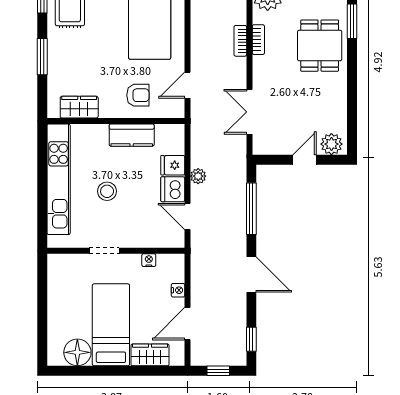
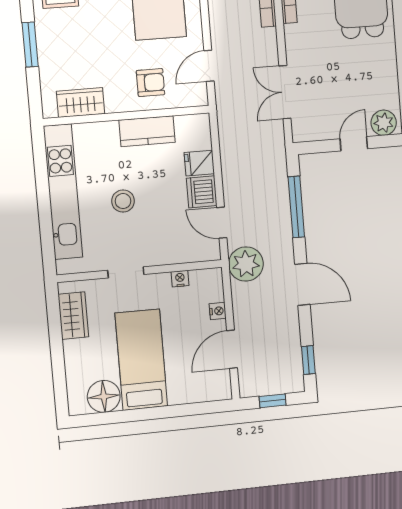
plant: (198, 176) -> (246, 264), moved, width x1.88, depth x1.88
wardrobe: (150, 355) -> (73, 316), moved, turned 90

